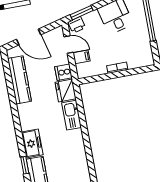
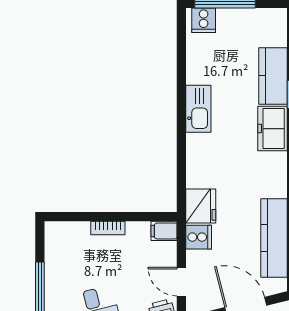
filing cabinet: (81, 57) -> (164, 231), moved
kitchen sink: (72, 115) -> (198, 109), moved

